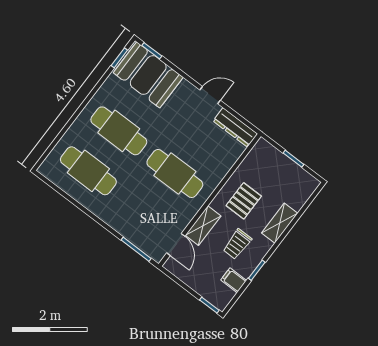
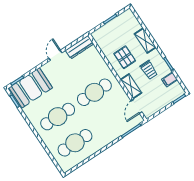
door: (176, 245) -> (137, 106), swing flipped

